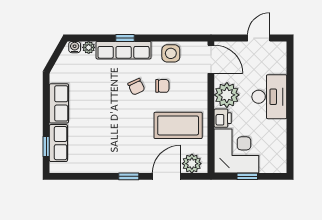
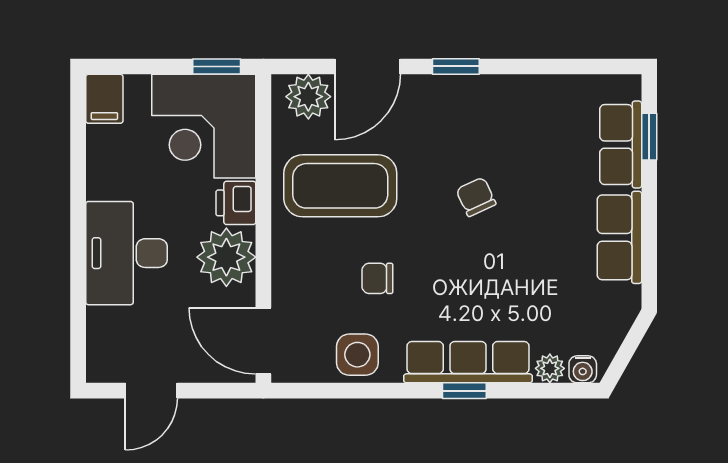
chair: (136, 87) -> (476, 197), moved
filing cabinet: (279, 163) -> (104, 99), added
window: (247, 176) -> (217, 66), moved

